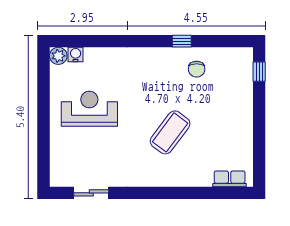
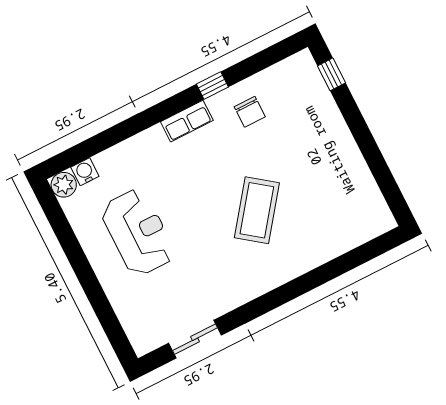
reception desk: (89, 109) -> (138, 232), turned 90
row of seats: (230, 179) -> (187, 121), moved, turned 180

